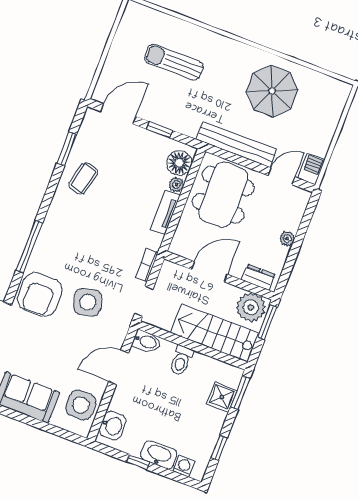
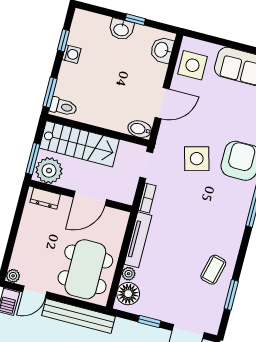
tv unit: (165, 212) -> (138, 240), width x1.41
plant: (287, 239) -> (13, 276), moved
toilet: (181, 360) -> (63, 107), moved, turned 90
shower: (222, 397) -> (66, 87), removed
washbasin: (159, 455) -> (121, 29), width x0.72
washing machine: (184, 466) -> (72, 54), moved, turned -90

